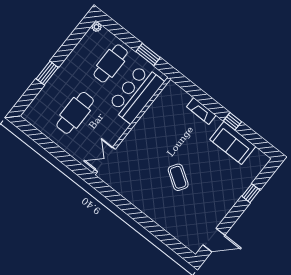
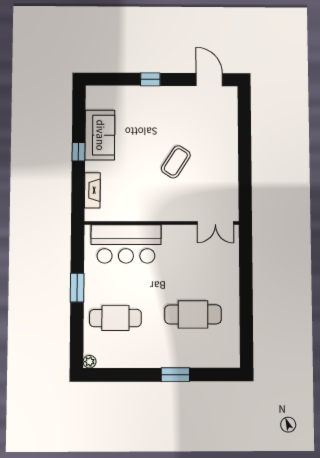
bar counter: (136, 94) -> (126, 244), moved
wall: (131, 126) -> (162, 223), moved
double door: (105, 159) -> (215, 223), moved
window: (251, 193) -> (150, 79), moved

